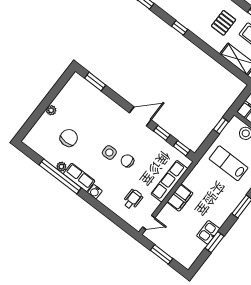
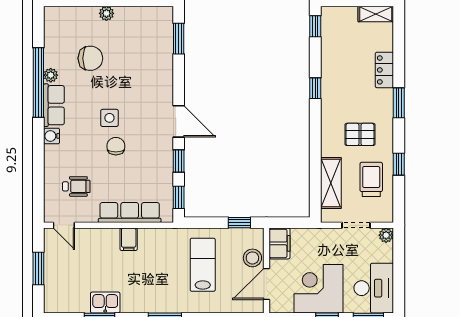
filing cabinet: (180, 198) -> (129, 239), width x0.50

